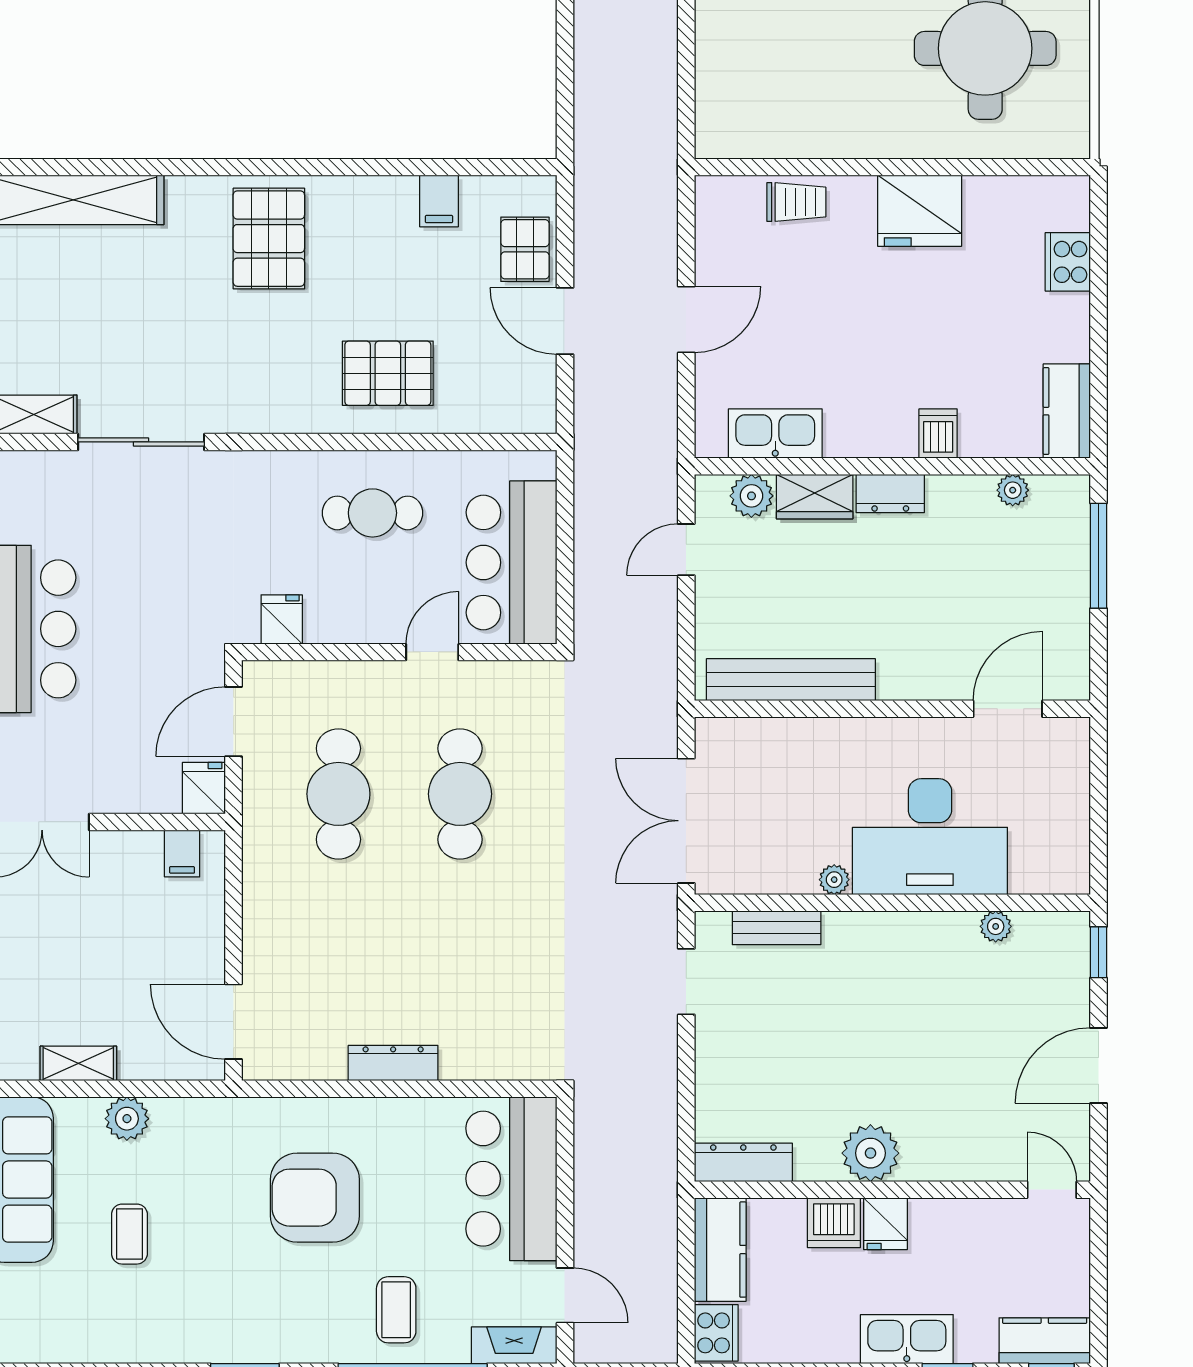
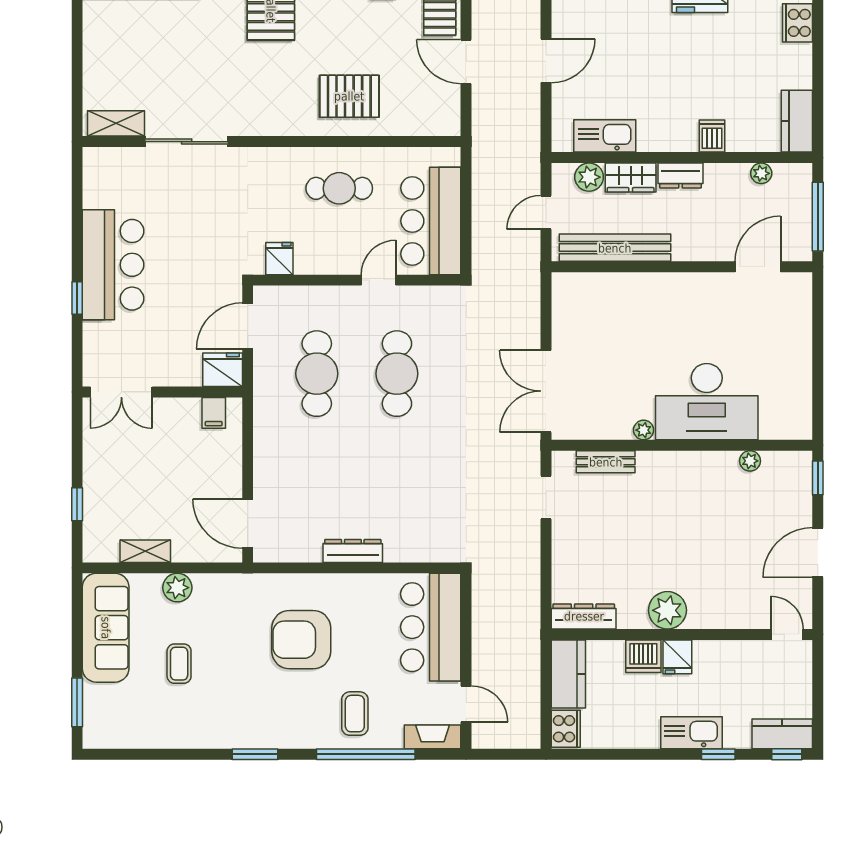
bench: (791, 680) -> (615, 248), moved
wall: (892, 709) -> (682, 267), moved
door: (1008, 709) -> (758, 267), moved
fridge: (204, 788) -> (223, 370), width x1.38

